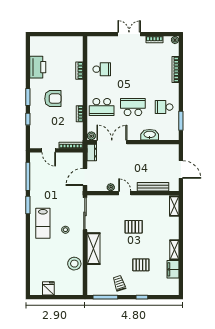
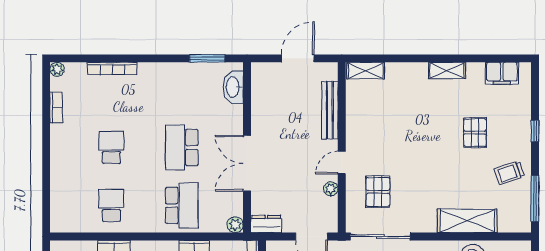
double door: (129, 34) -> (46, 155), removed
school desk: (164, 107) -> (111, 147), moved, turned 180
washbasin: (150, 135) -> (233, 87), moved
double door: (112, 142) -> (247, 163), moved
pallet: (134, 227) -> (378, 192), moved
shelving: (93, 249) -> (467, 221), moved
filing cabinet: (173, 269) -> (502, 73), moved

